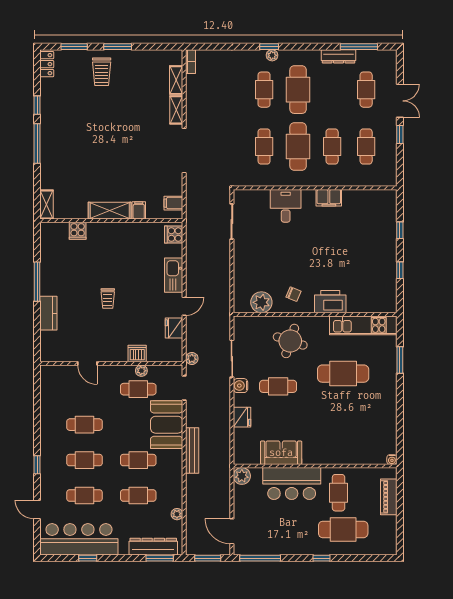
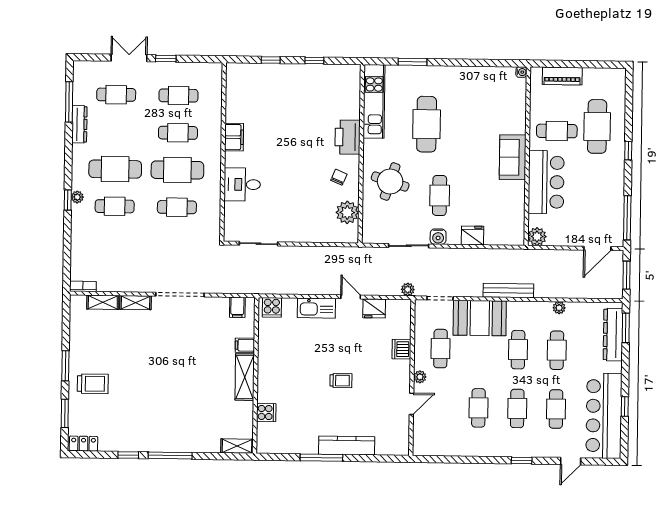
kitchen counter: (48, 313) -> (347, 445), width x1.50
plant: (141, 371) -> (420, 377), moved
sofa: (281, 453) -> (513, 157), moved
plant: (177, 514) -> (559, 308), moved

